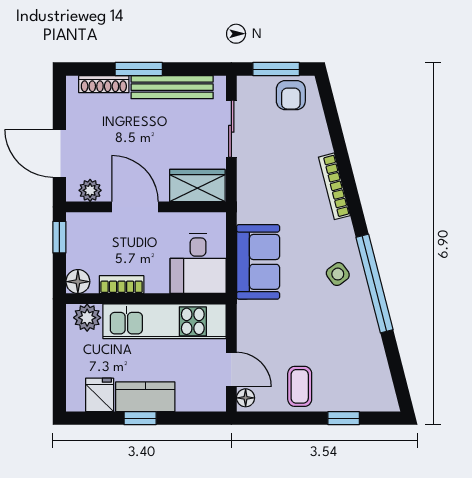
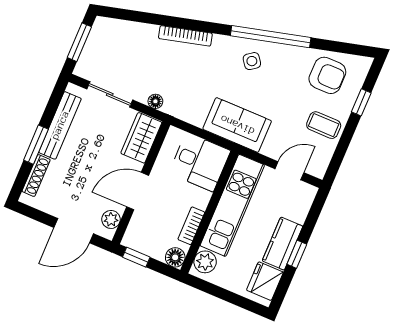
armchair: (291, 95) -> (327, 75), moved, width x1.38, depth x1.38
sofa: (258, 262) -> (237, 125), moved
fridge: (100, 395) -> (265, 281), width x1.38
floor lamp: (246, 398) -> (155, 101), moved

